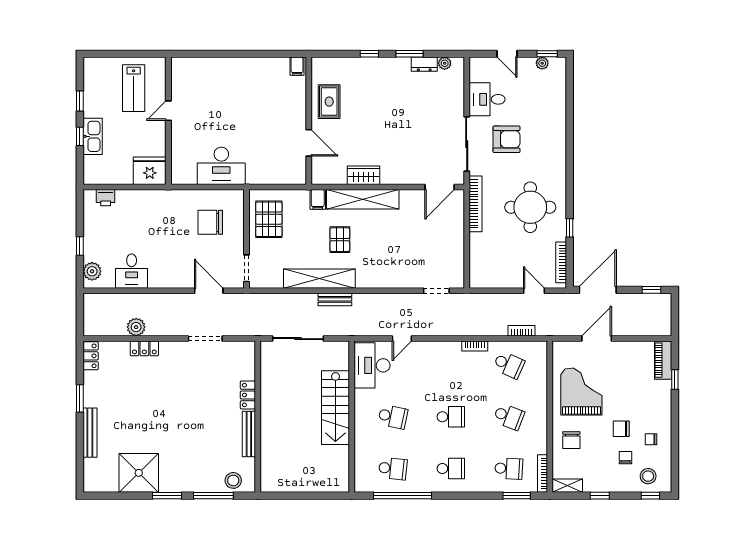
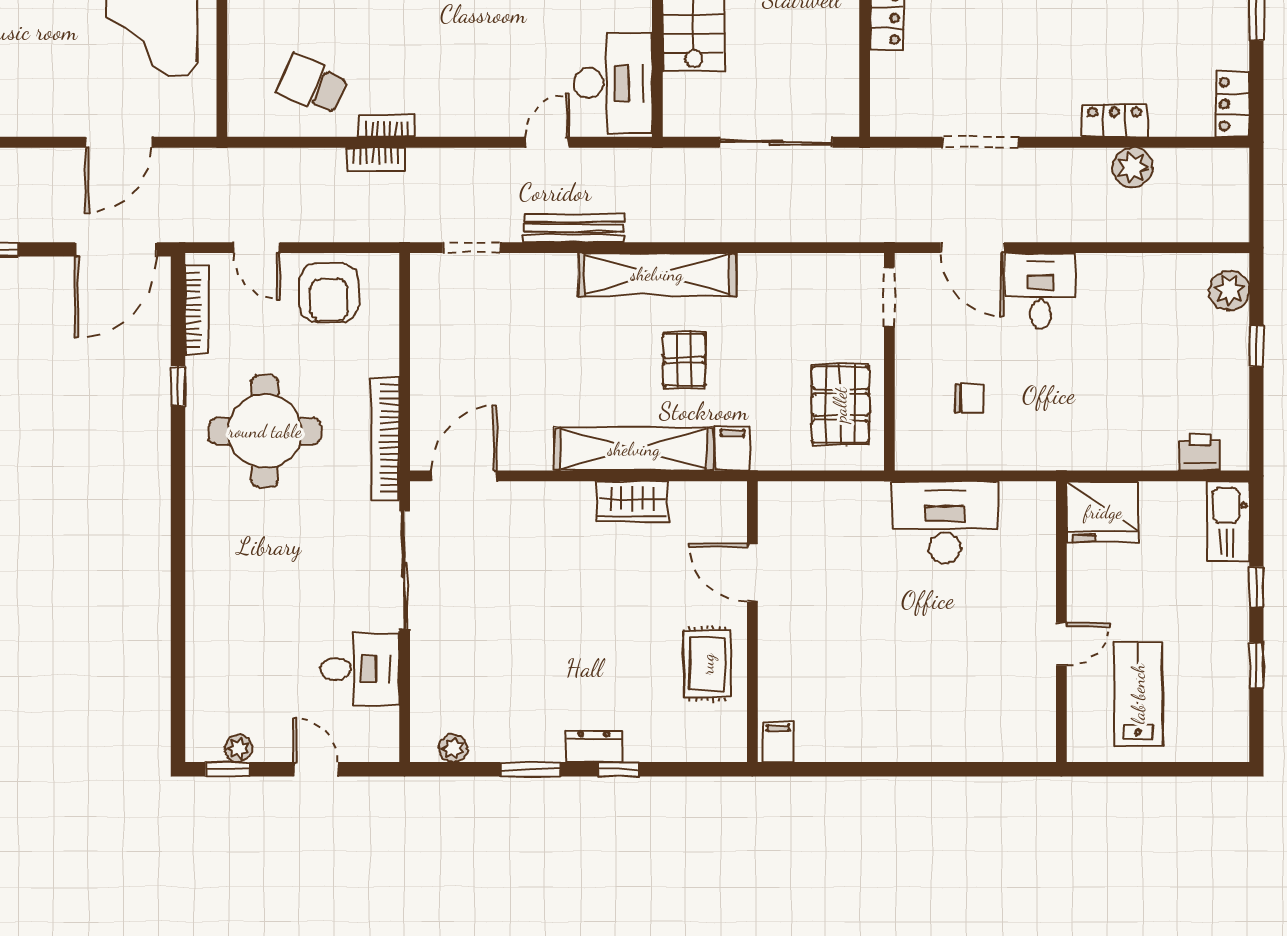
dresser: (424, 64) -> (594, 746), moved
kitchen sink: (93, 136) -> (1228, 521), moved
armchair: (507, 139) -> (329, 293), moved, turned -90
chair: (210, 222) -> (969, 398), width x0.54, depth x0.54
desk: (132, 271) -> (1041, 291), moved
shelving: (319, 279) -> (657, 274), moved
bench: (335, 299) -> (574, 228), moved, width x1.36
bookcase: (521, 331) -> (376, 159), moved

